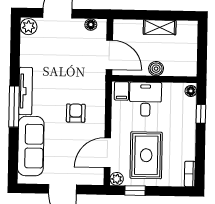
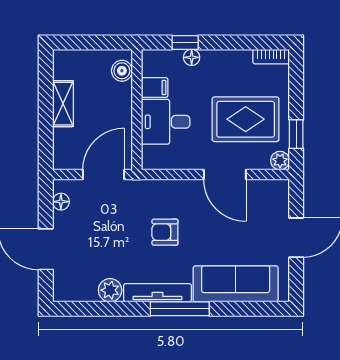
plant: (29, 27) -> (110, 290), moved
boiler: (156, 69) -> (122, 71), moved
filing cabinet: (122, 91) -> (155, 88), moved
floor lamp: (191, 91) -> (192, 57), moved
armchair: (76, 113) -> (165, 232), moved
door: (107, 153) -> (225, 174), moved

